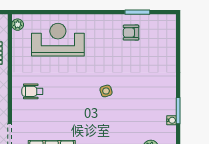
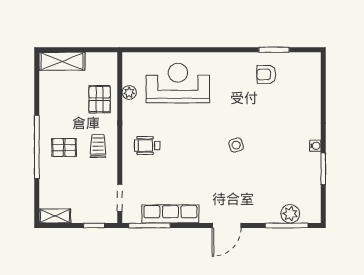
plant: (18, 25) -> (129, 93), moved
water cooler: (171, 120) -> (315, 146), moved

